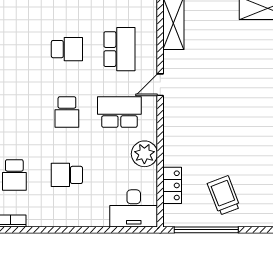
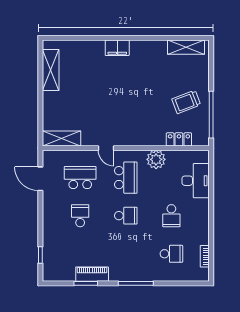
school desk: (119, 112) -> (126, 178), turned 180
desk: (134, 208) -> (196, 181), moved

